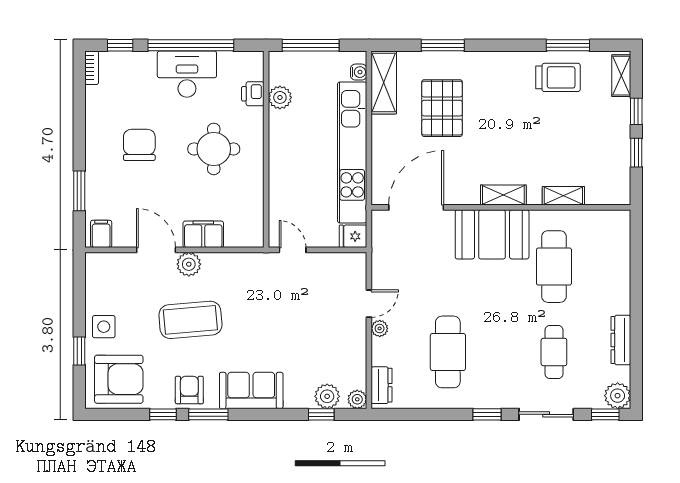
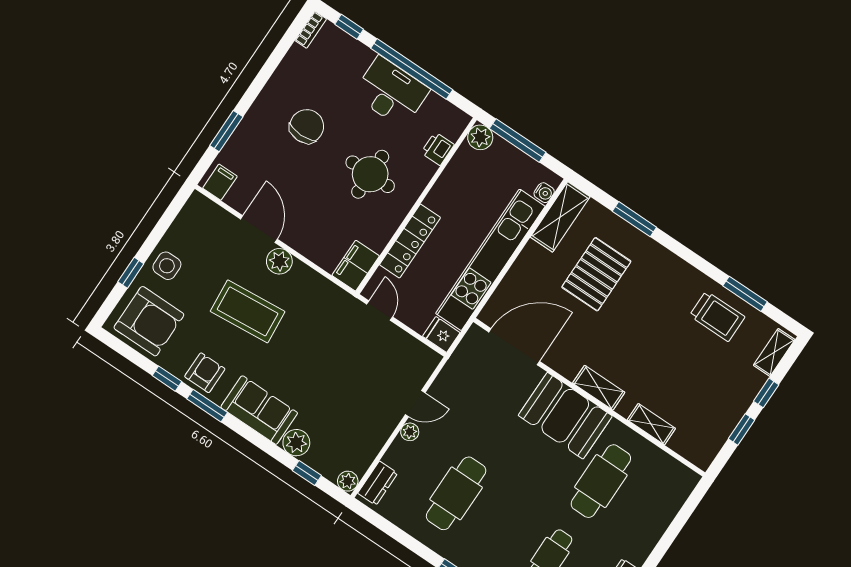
plant: (280, 97) -> (480, 137), moved
locker: (280, 180) -> (410, 241), added
filing cabinet: (203, 234) -> (356, 266), moved, turned -90
plant: (327, 396) -> (296, 443), moved

